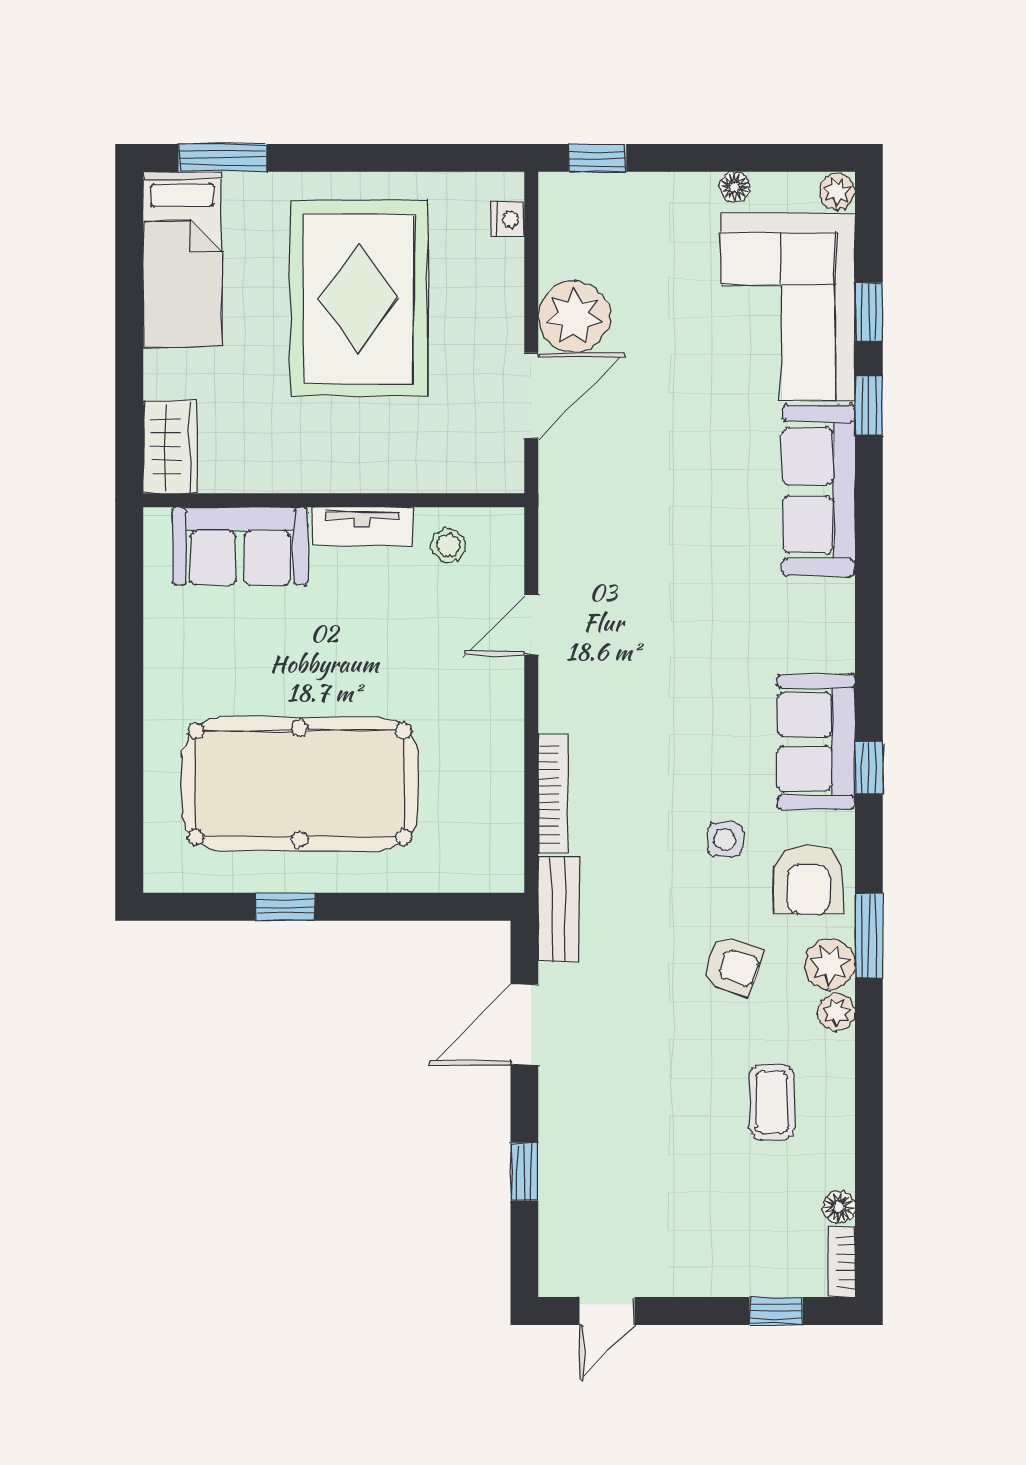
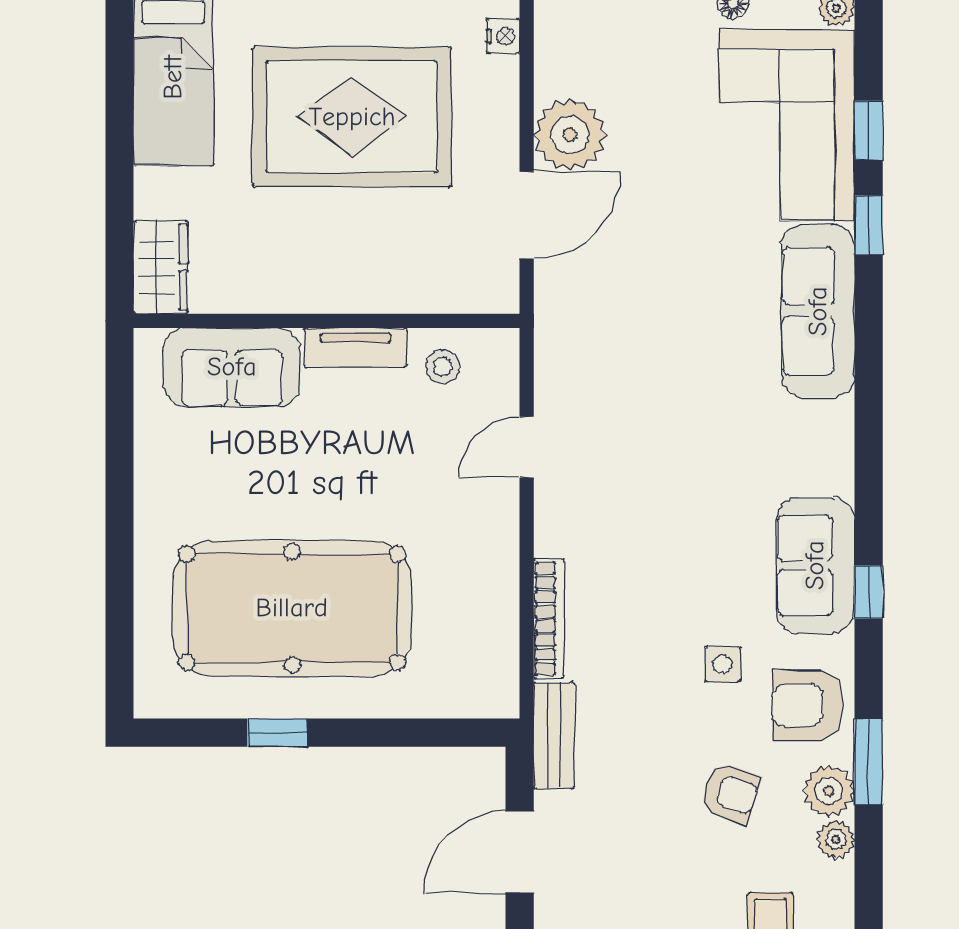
rug: (359, 299) -> (352, 117), turned 90
armchair: (809, 880) -> (808, 705), turned 90

